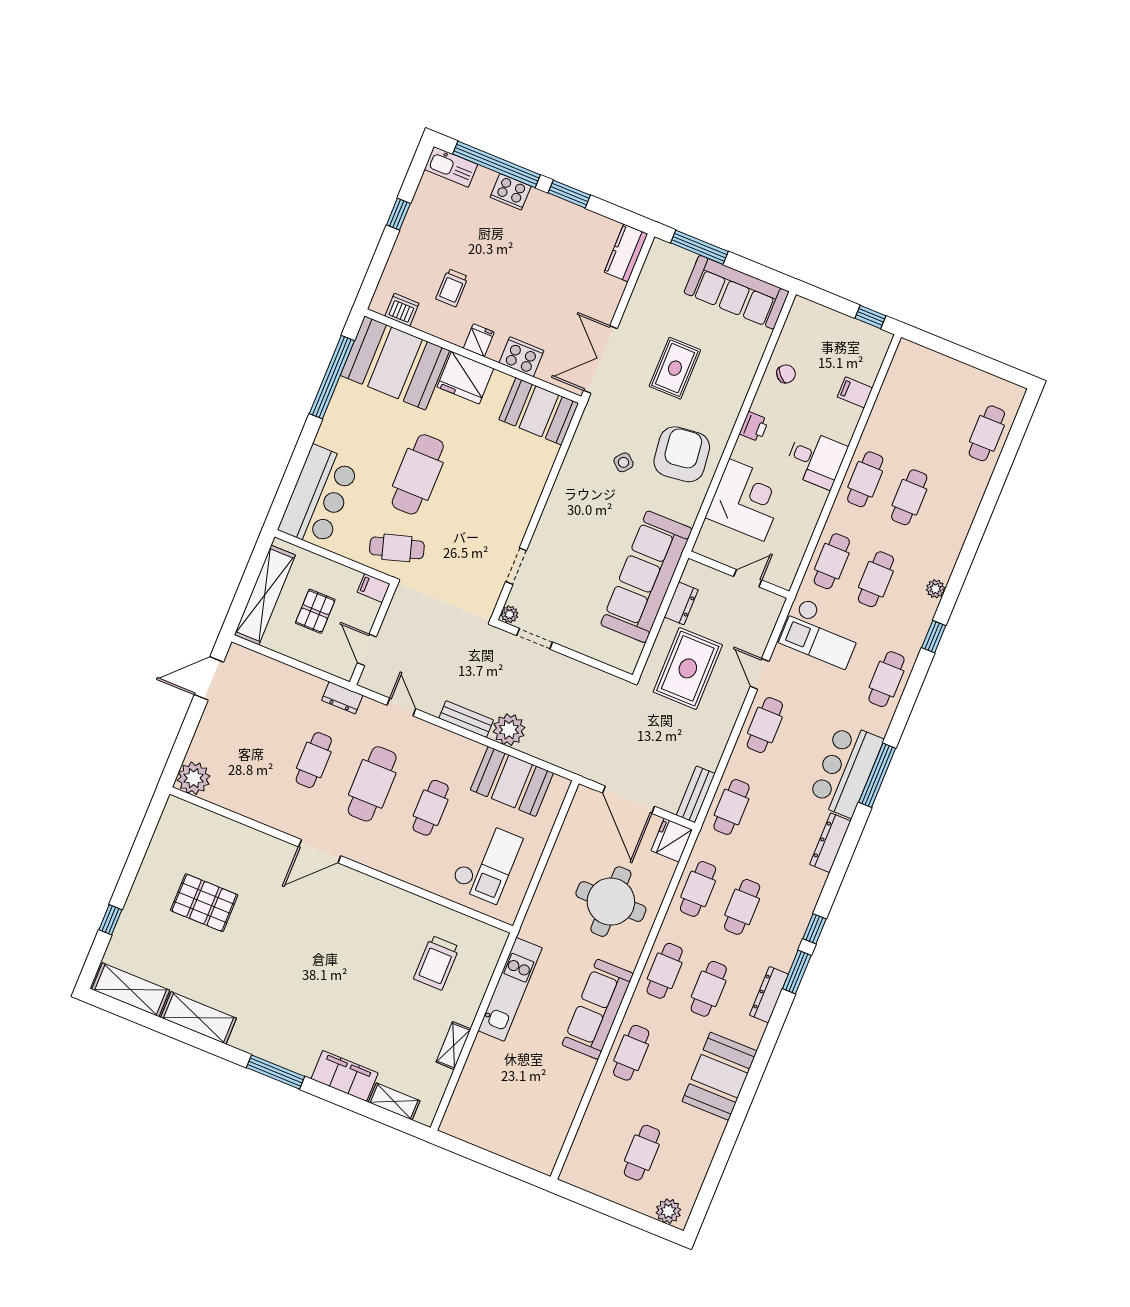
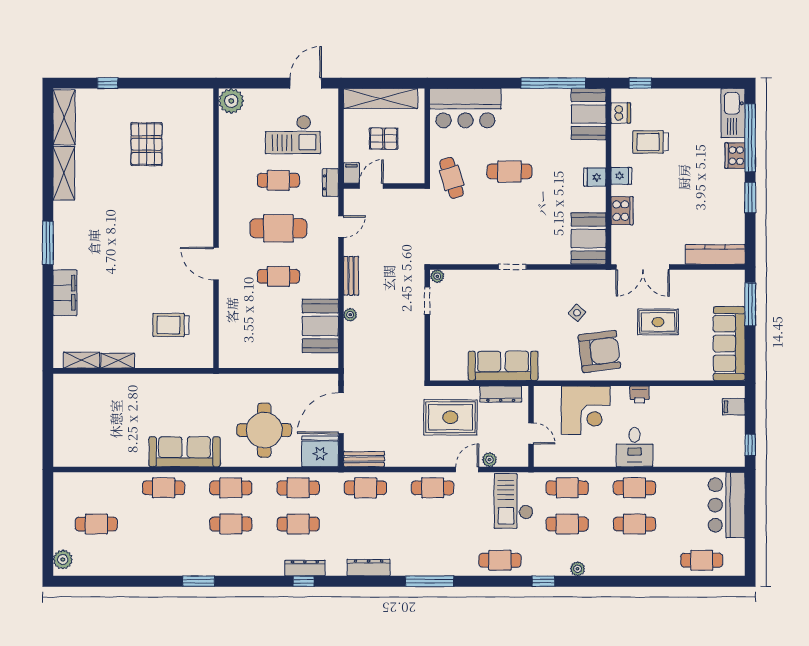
kitchen sink: (451, 167) -> (733, 113), width x1.36, depth x1.24
window: (398, 214) -> (640, 83), moved
kitchen counter: (626, 253) -> (715, 254), width x1.50
trolley: (452, 288) -> (651, 142), width x1.36, depth x1.39
double door: (600, 359) -> (643, 267), swing flipped
booth: (395, 363) -> (589, 114), width x0.73, depth x0.70
chair: (786, 374) -> (686, 402), removed
fridge: (465, 378) -> (595, 177), width x0.53, depth x0.75
filing cabinet: (855, 392) -> (734, 407), moved, turned -90
cafe table: (418, 474) -> (509, 171), width x0.73, depth x0.74
doorway: (516, 566) -> (512, 267), moved
sofa: (646, 577) -> (503, 366), width x0.74, depth x0.79
filing cabinet: (374, 588) -> (351, 173), moved
dresser: (681, 603) -> (501, 394), width x1.44
plant: (759, 642) -> (490, 460), added
door: (209, 678) -> (306, 83), hinge flipped
plant: (509, 730) -> (350, 315), width x0.53, depth x0.53
bar counter: (846, 770) -> (727, 505), moved, turned -90
fridge: (672, 840) -> (320, 451), width x1.36, depth x1.34
door: (320, 851) -> (216, 264), moved
checkout: (487, 862) -> (293, 135), moved
window: (797, 972) -> (199, 581), moved
kitchen unit: (510, 989) -> (173, 384), removed
dresser: (769, 995) -> (305, 568), moved
booth: (720, 1076) -> (172, 557), removed
shelving: (394, 1101) -> (81, 360), moved, turned 90

